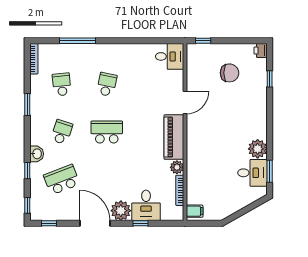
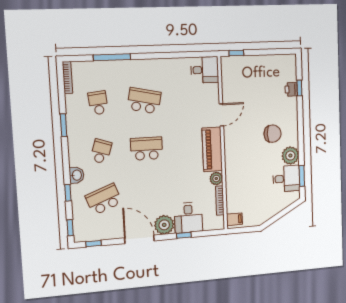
printer: (261, 51) -> (291, 89), moved
chair: (230, 73) -> (273, 134), moved
school desk: (107, 84) -> (144, 101), width x1.85

